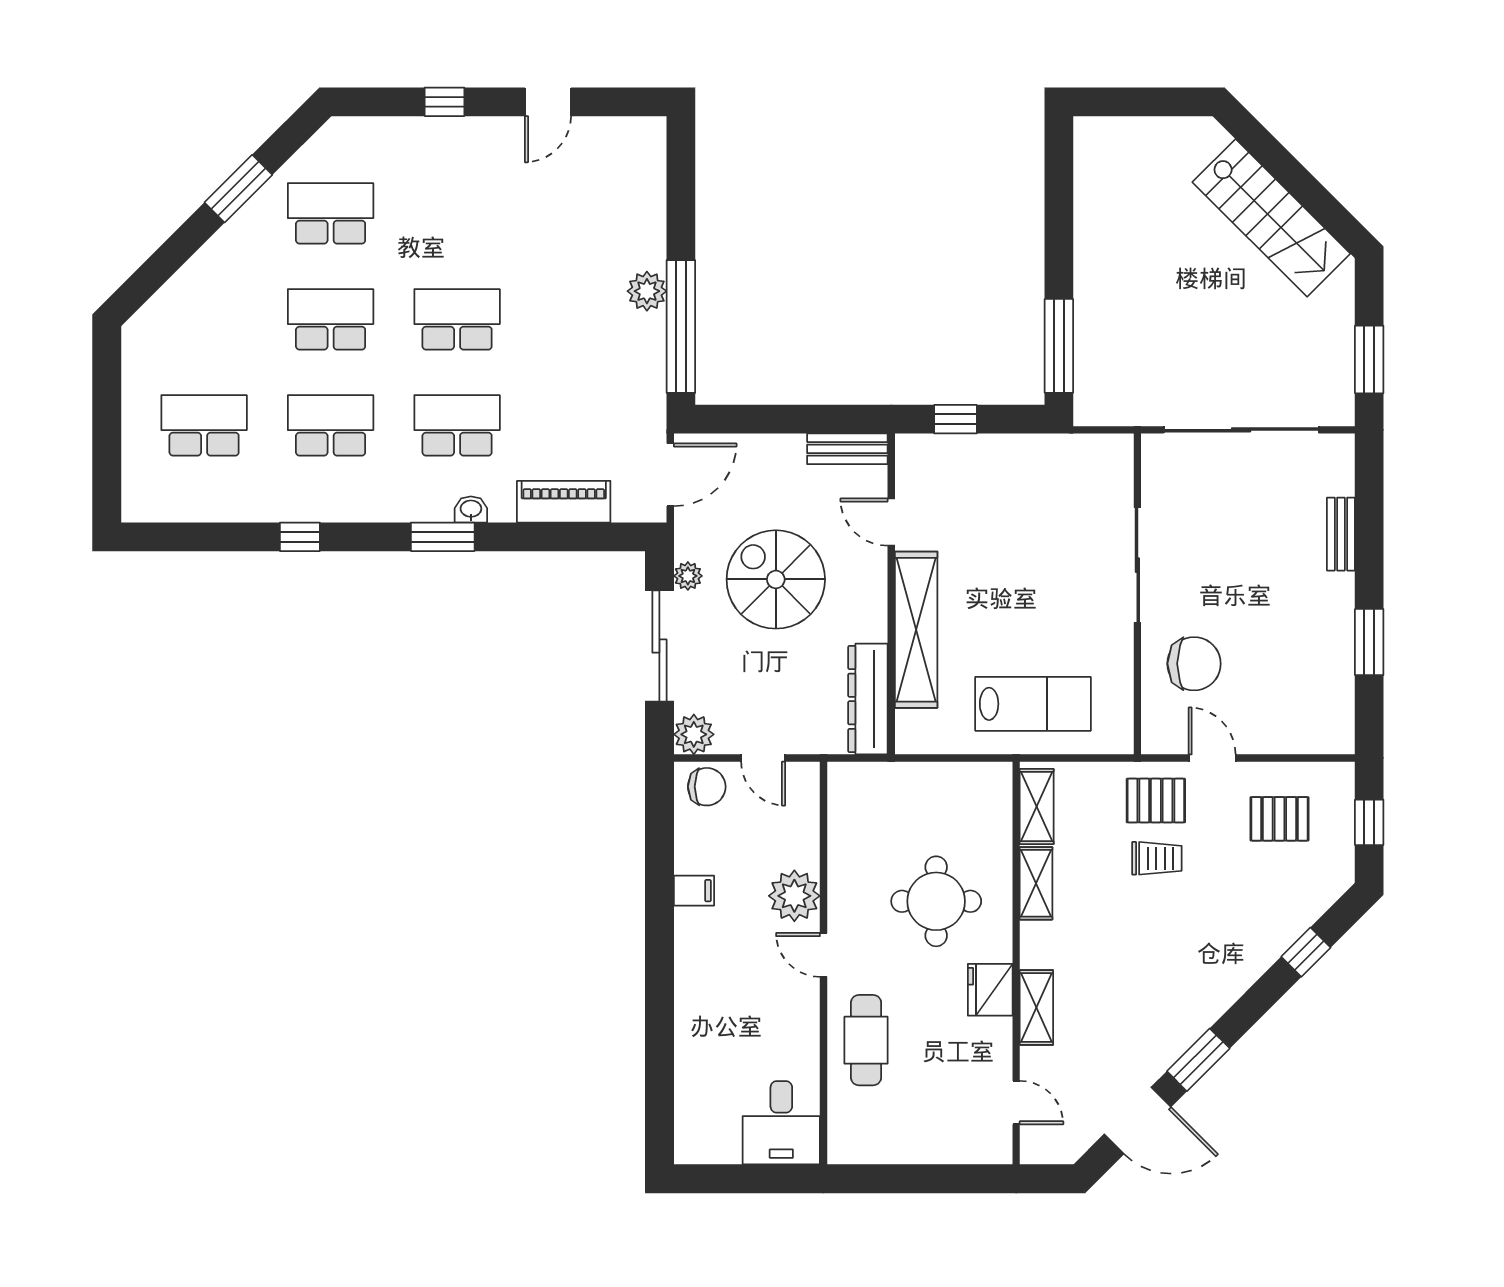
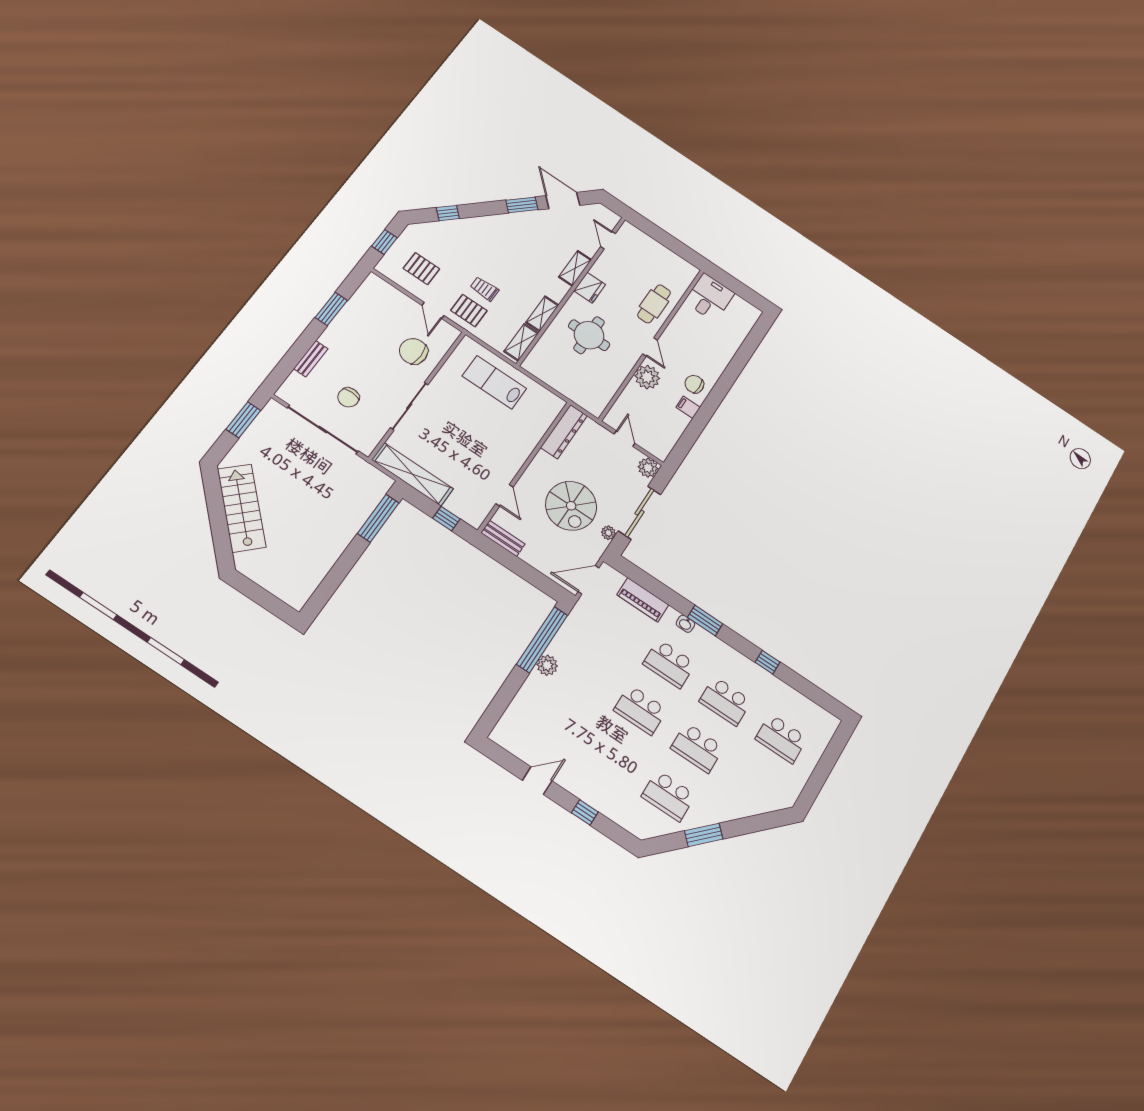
chair: (1239, 511) -> (348, 397), added
shelving: (916, 630) -> (412, 474), moved, turned 90
chair: (707, 787) -> (694, 384), moved

